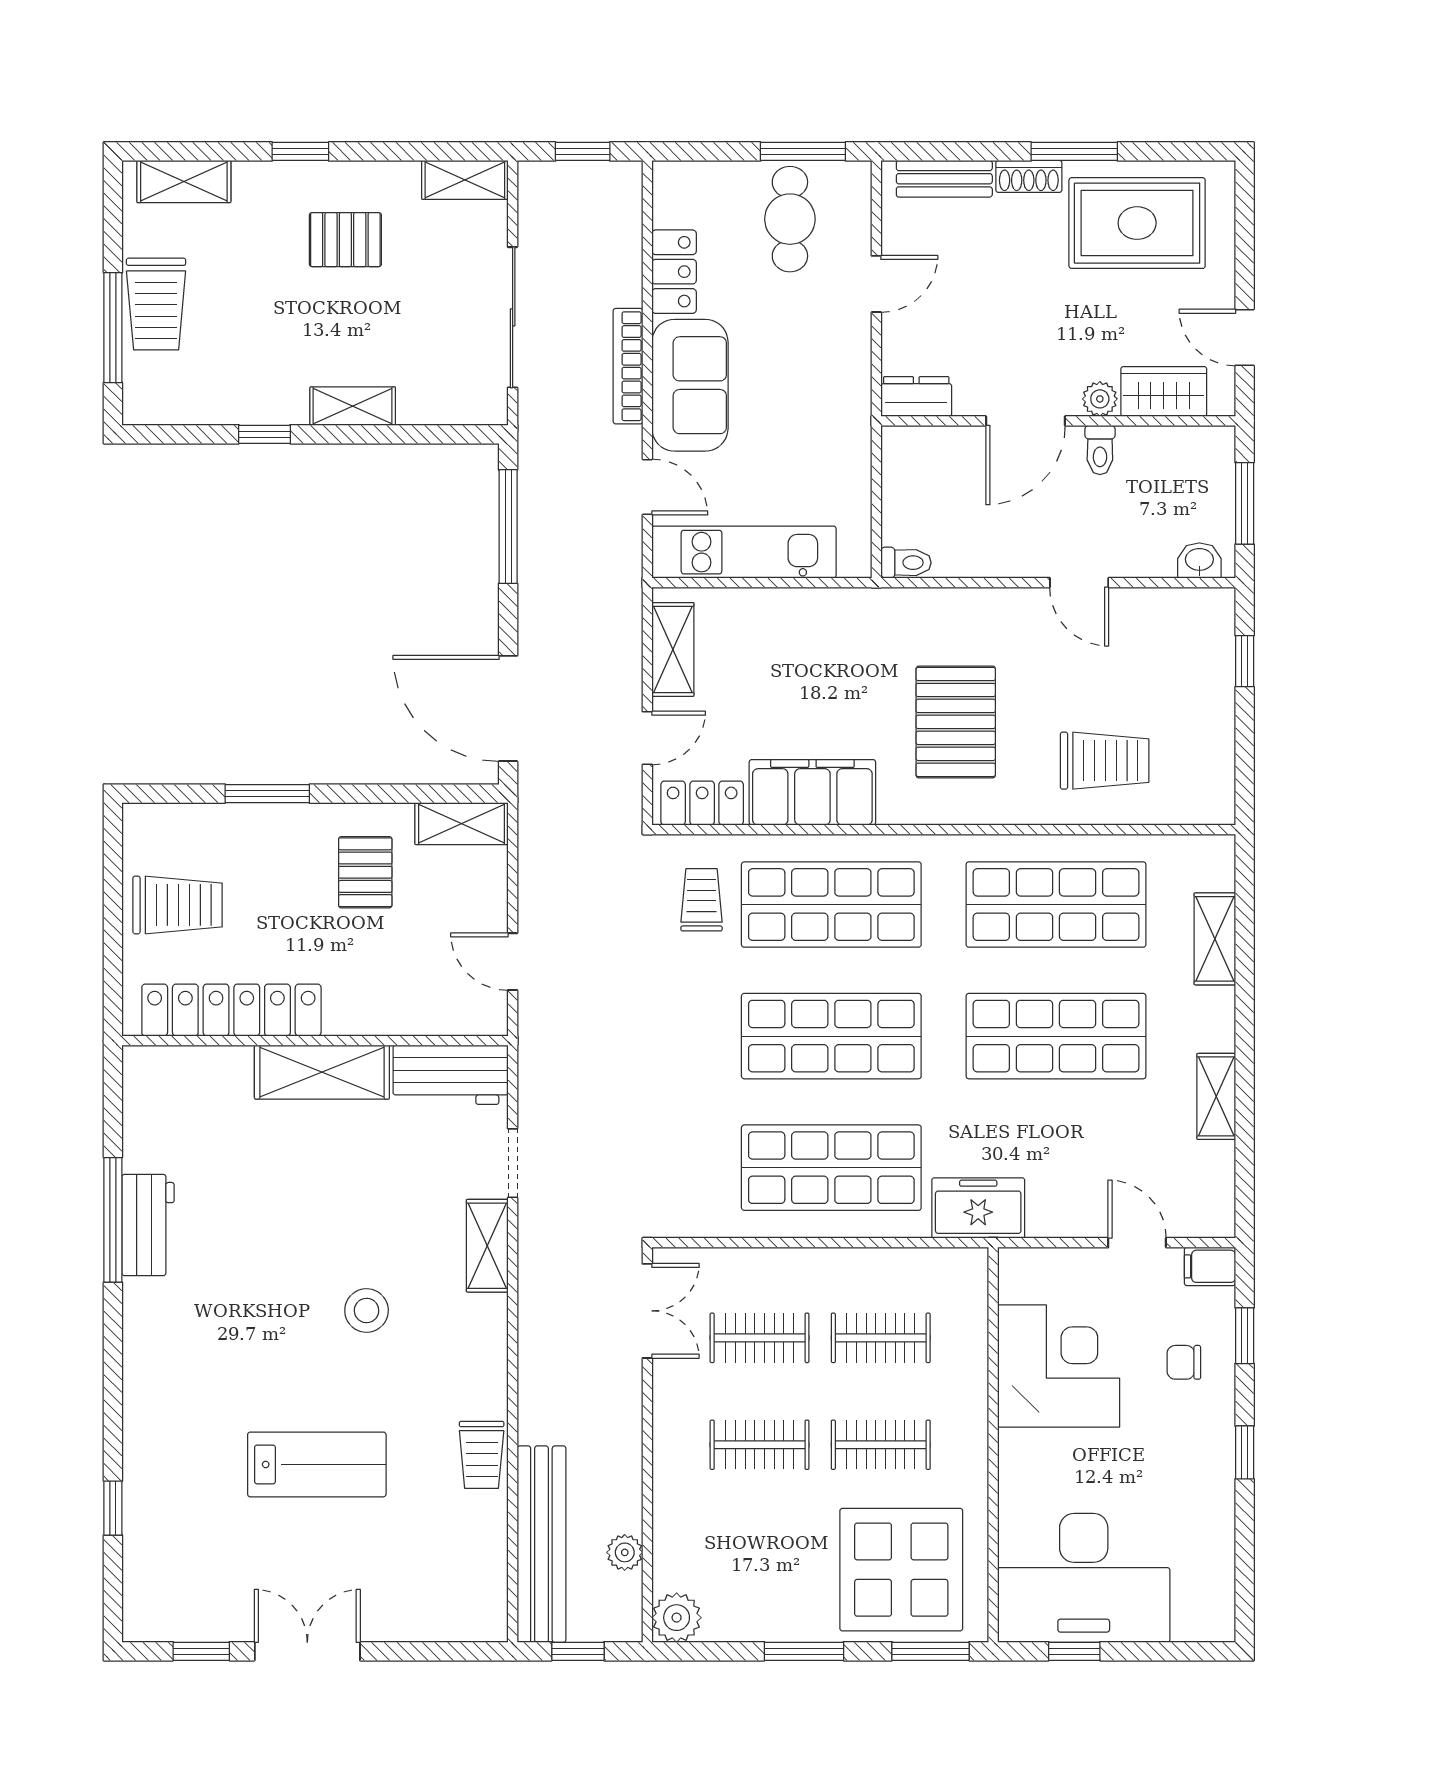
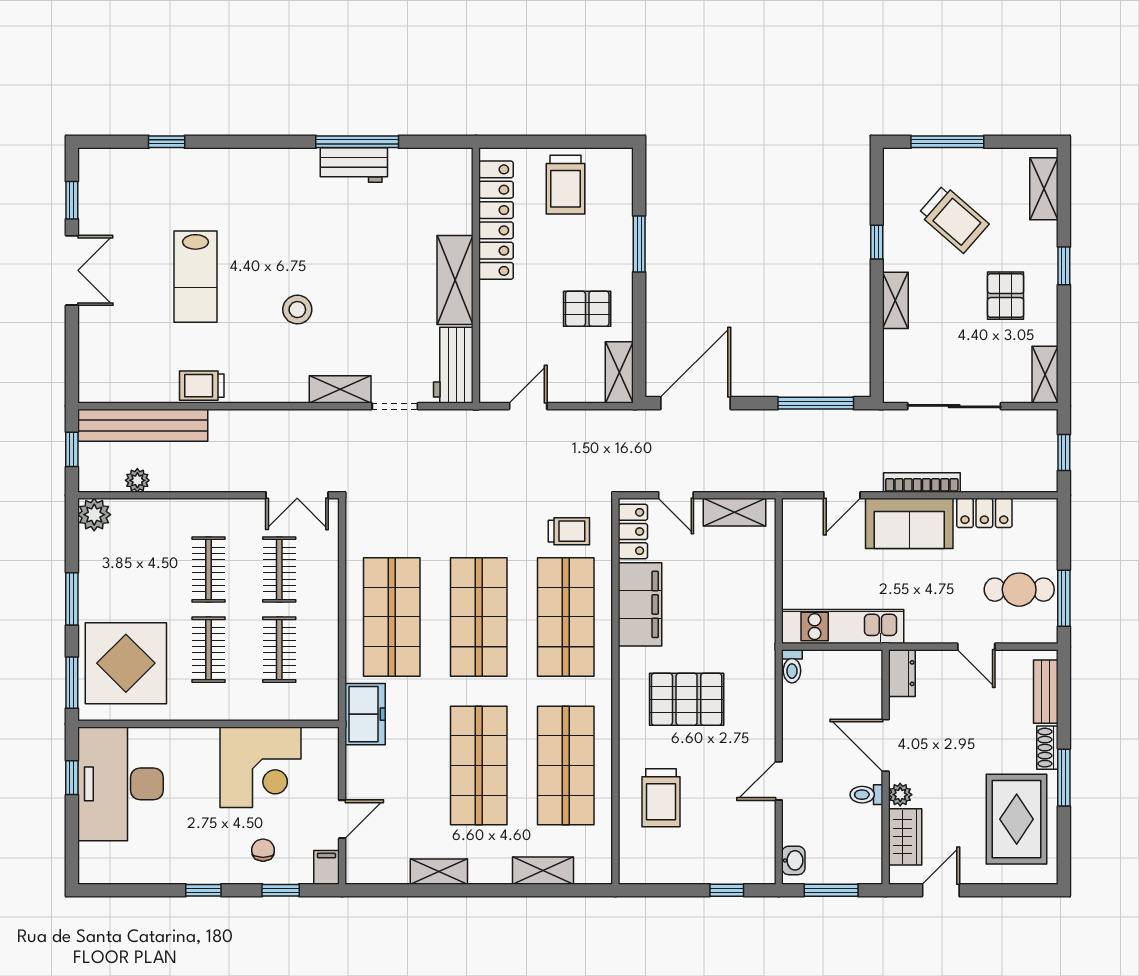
trolley: (156, 304) -> (954, 219), moved, turned -139
kitchen unit: (744, 552) -> (843, 627), moved, turned -90

